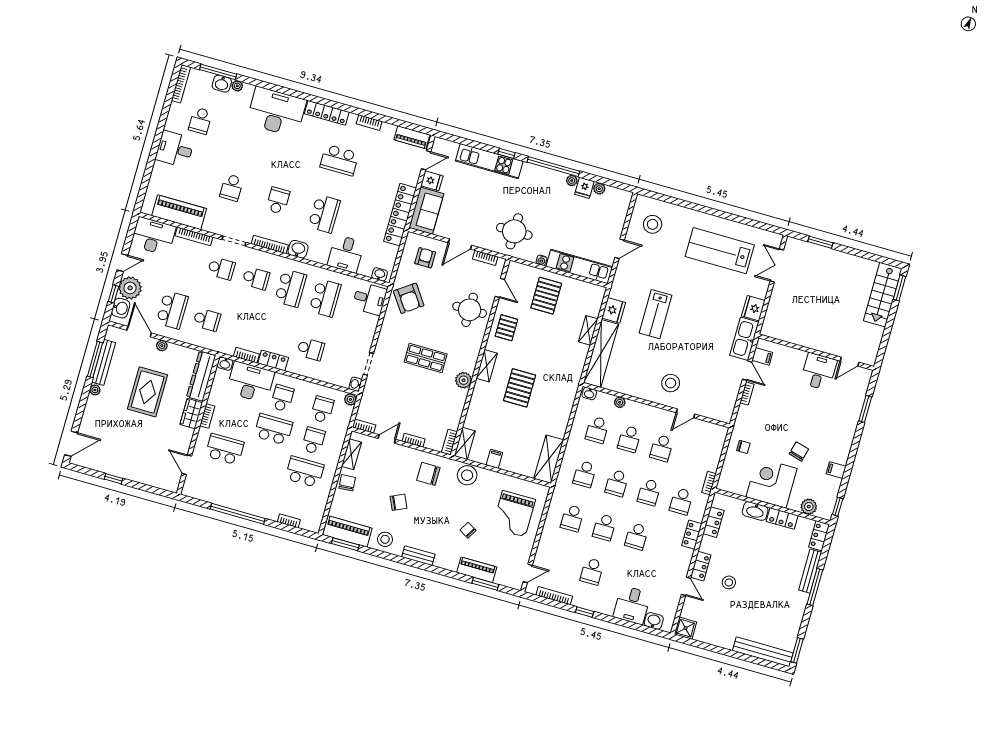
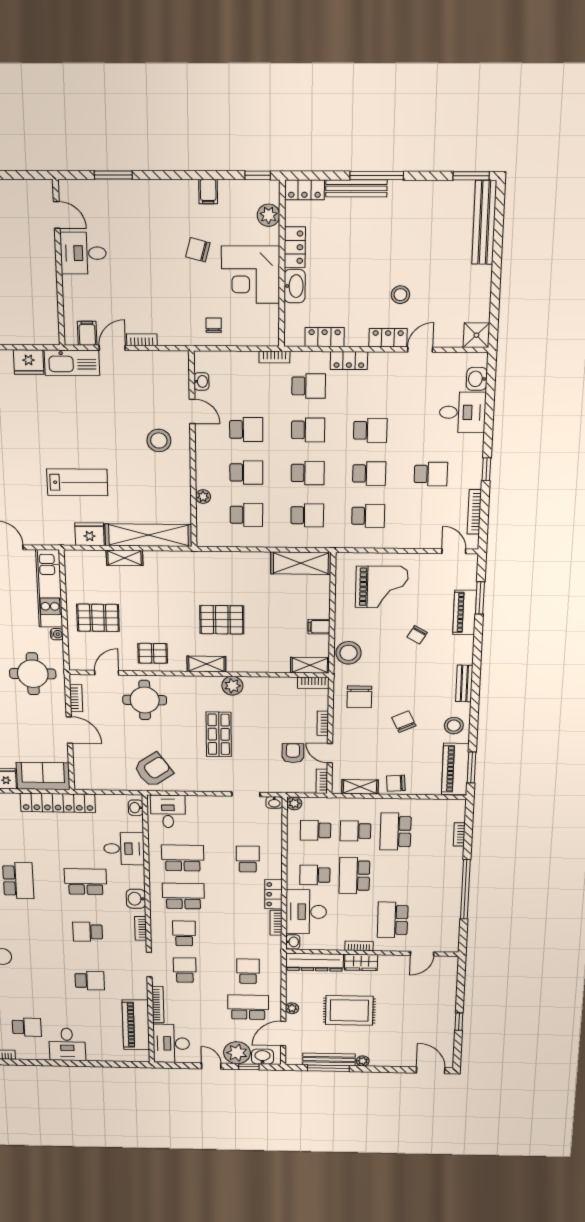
bookcase: (270, 245) -> (141, 928), width x0.64
armchair: (425, 258) -> (293, 753), moved, turned 90
washbasin: (589, 394) -> (201, 381), moved

